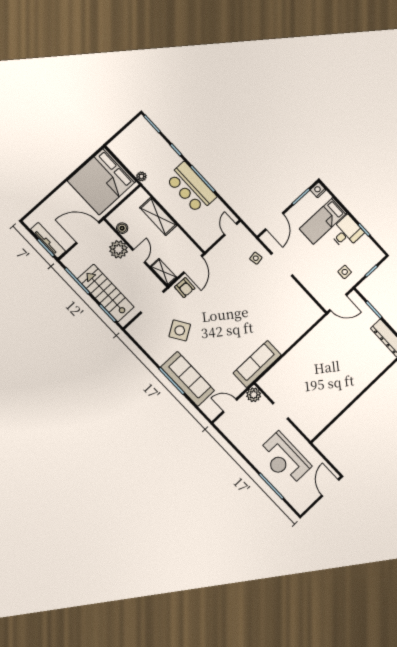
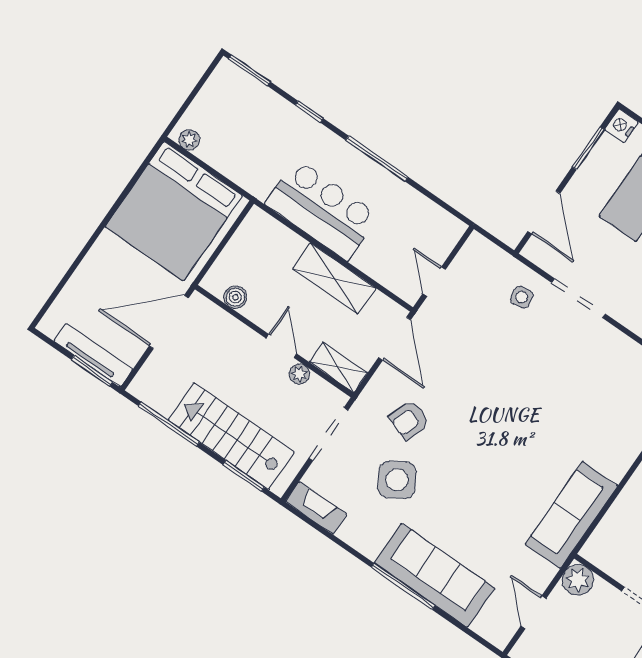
plant: (141, 176) -> (189, 140), moved
bar counter: (191, 188) -> (322, 210), moved, turned 180
shelving: (158, 217) -> (334, 278), moved
door: (231, 229) -> (434, 282), moved
plant: (119, 249) -> (299, 374), moved, width x0.53, depth x0.53
armchair: (185, 288) -> (409, 420), moved, turned 107
fireplace: (139, 335) -> (316, 508), added
door: (230, 406) -> (533, 612), hinge flipped

